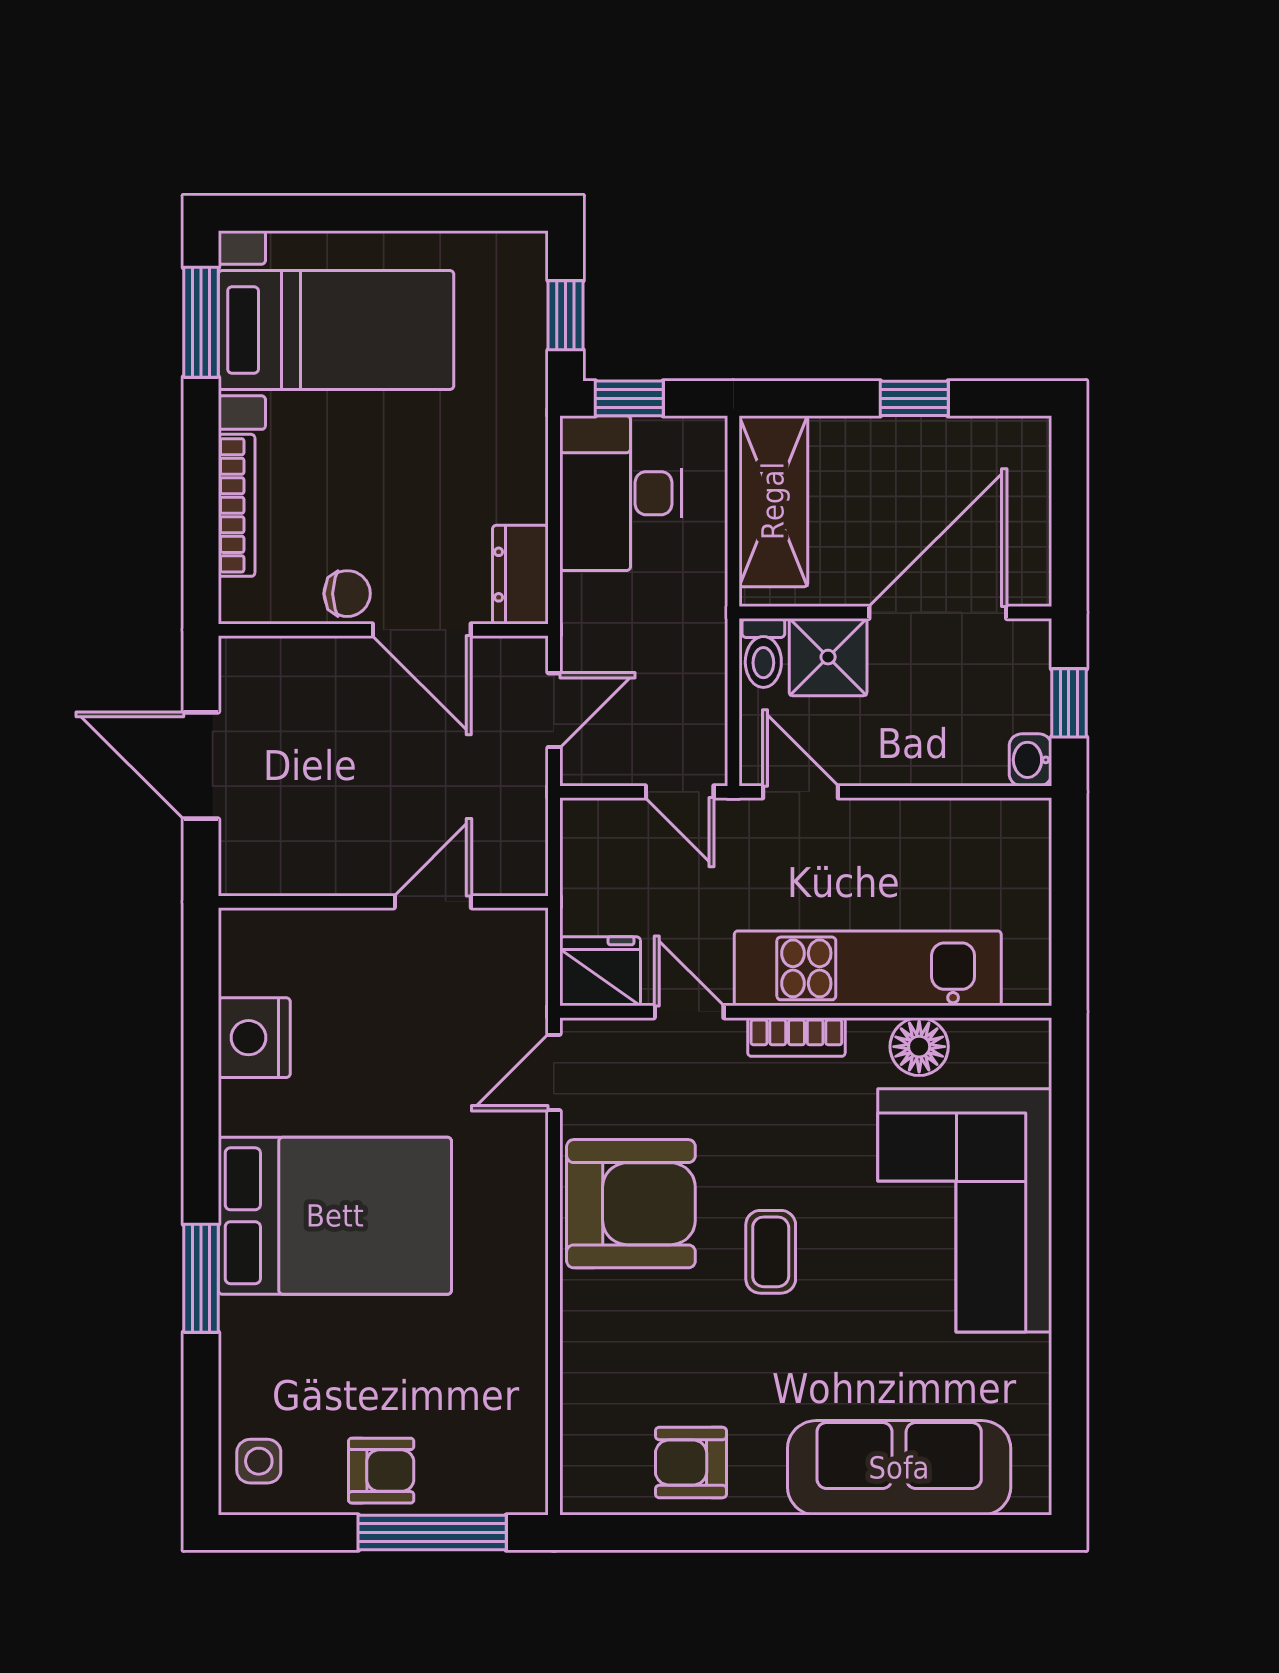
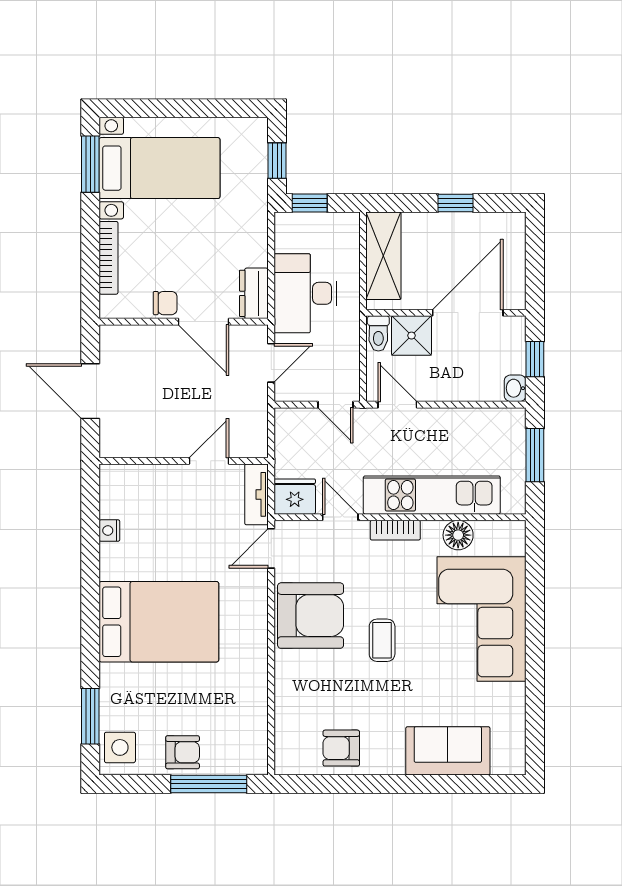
desk: (621, 493) -> (305, 293), moved
window: (1069, 891) -> (535, 455), added
tv unit: (525, 967) -> (256, 494), added
nightstand: (254, 1038) -> (109, 531), width x0.53, depth x0.56
window: (201, 1278) -> (90, 716), moved
side table: (259, 1461) -> (120, 747), width x1.37, depth x1.37
sofa: (899, 1468) -> (448, 751), width x0.73

